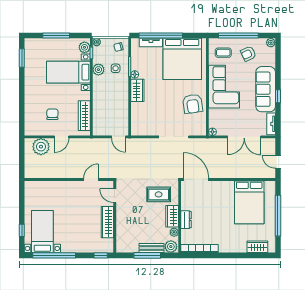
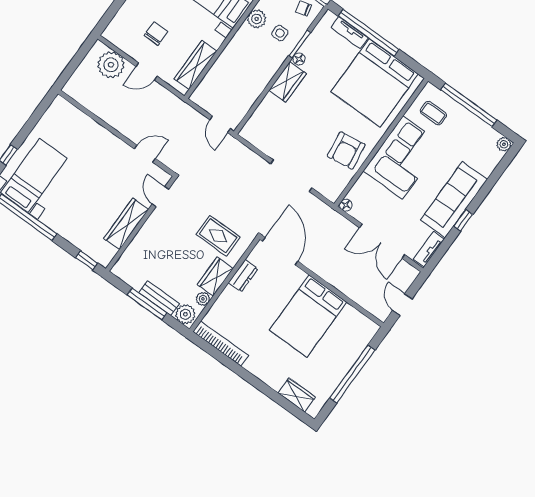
armchair: (248, 54) -> (465, 138), removed
bed: (249, 202) -> (308, 316), moved
dresser: (186, 220) -> (243, 276), moved

